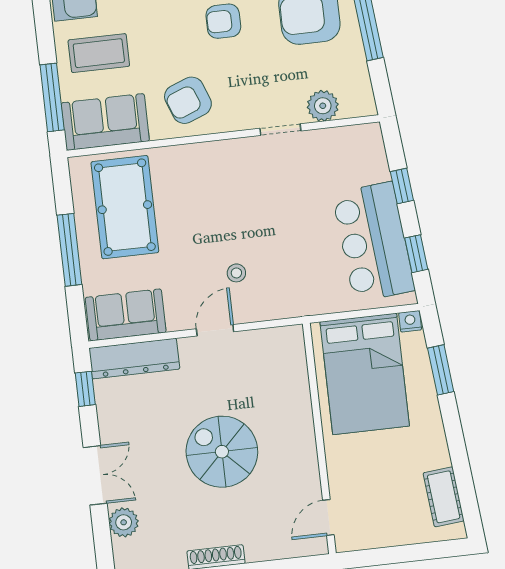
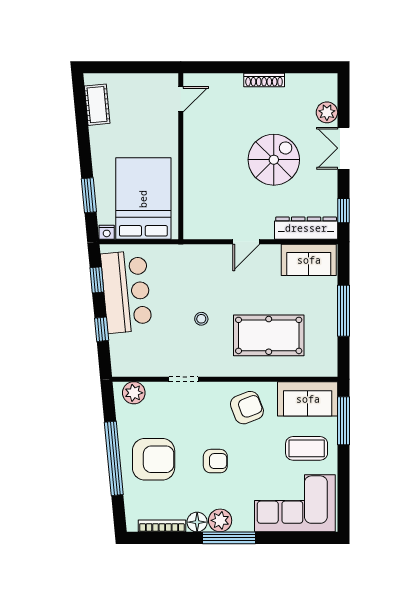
plant: (323, 106) -> (134, 393), moved
pool table: (125, 207) -> (269, 335), moved, turned 90
stool: (236, 273) -> (201, 319), moved
spiral stairs: (222, 452) -> (274, 160), moved, turned -90

